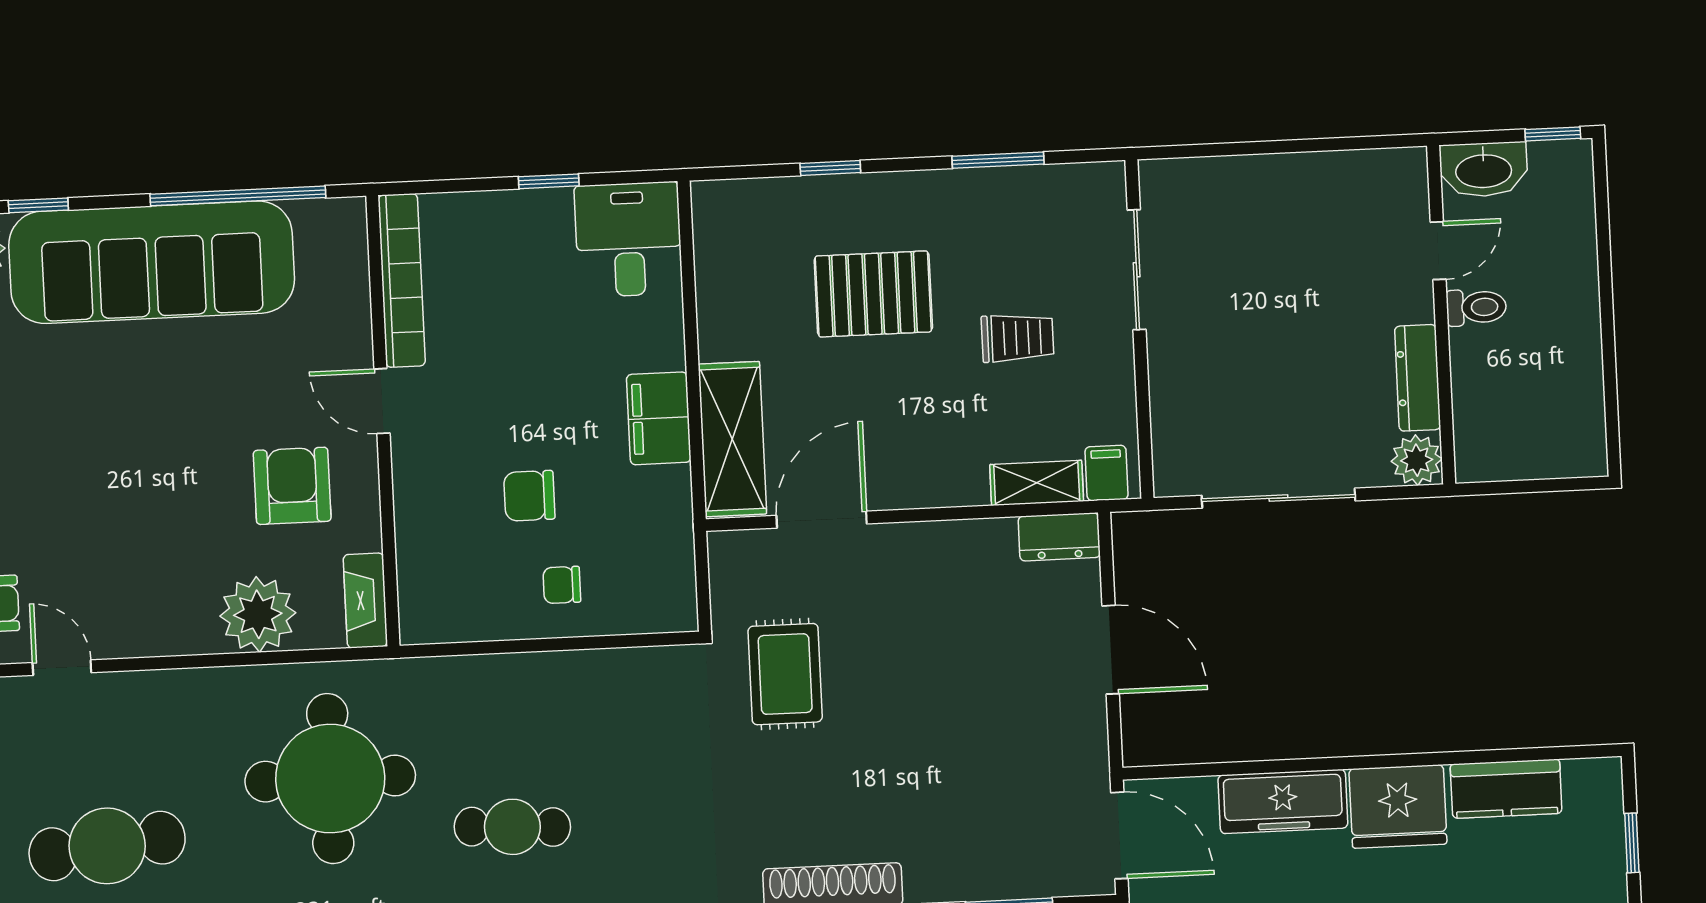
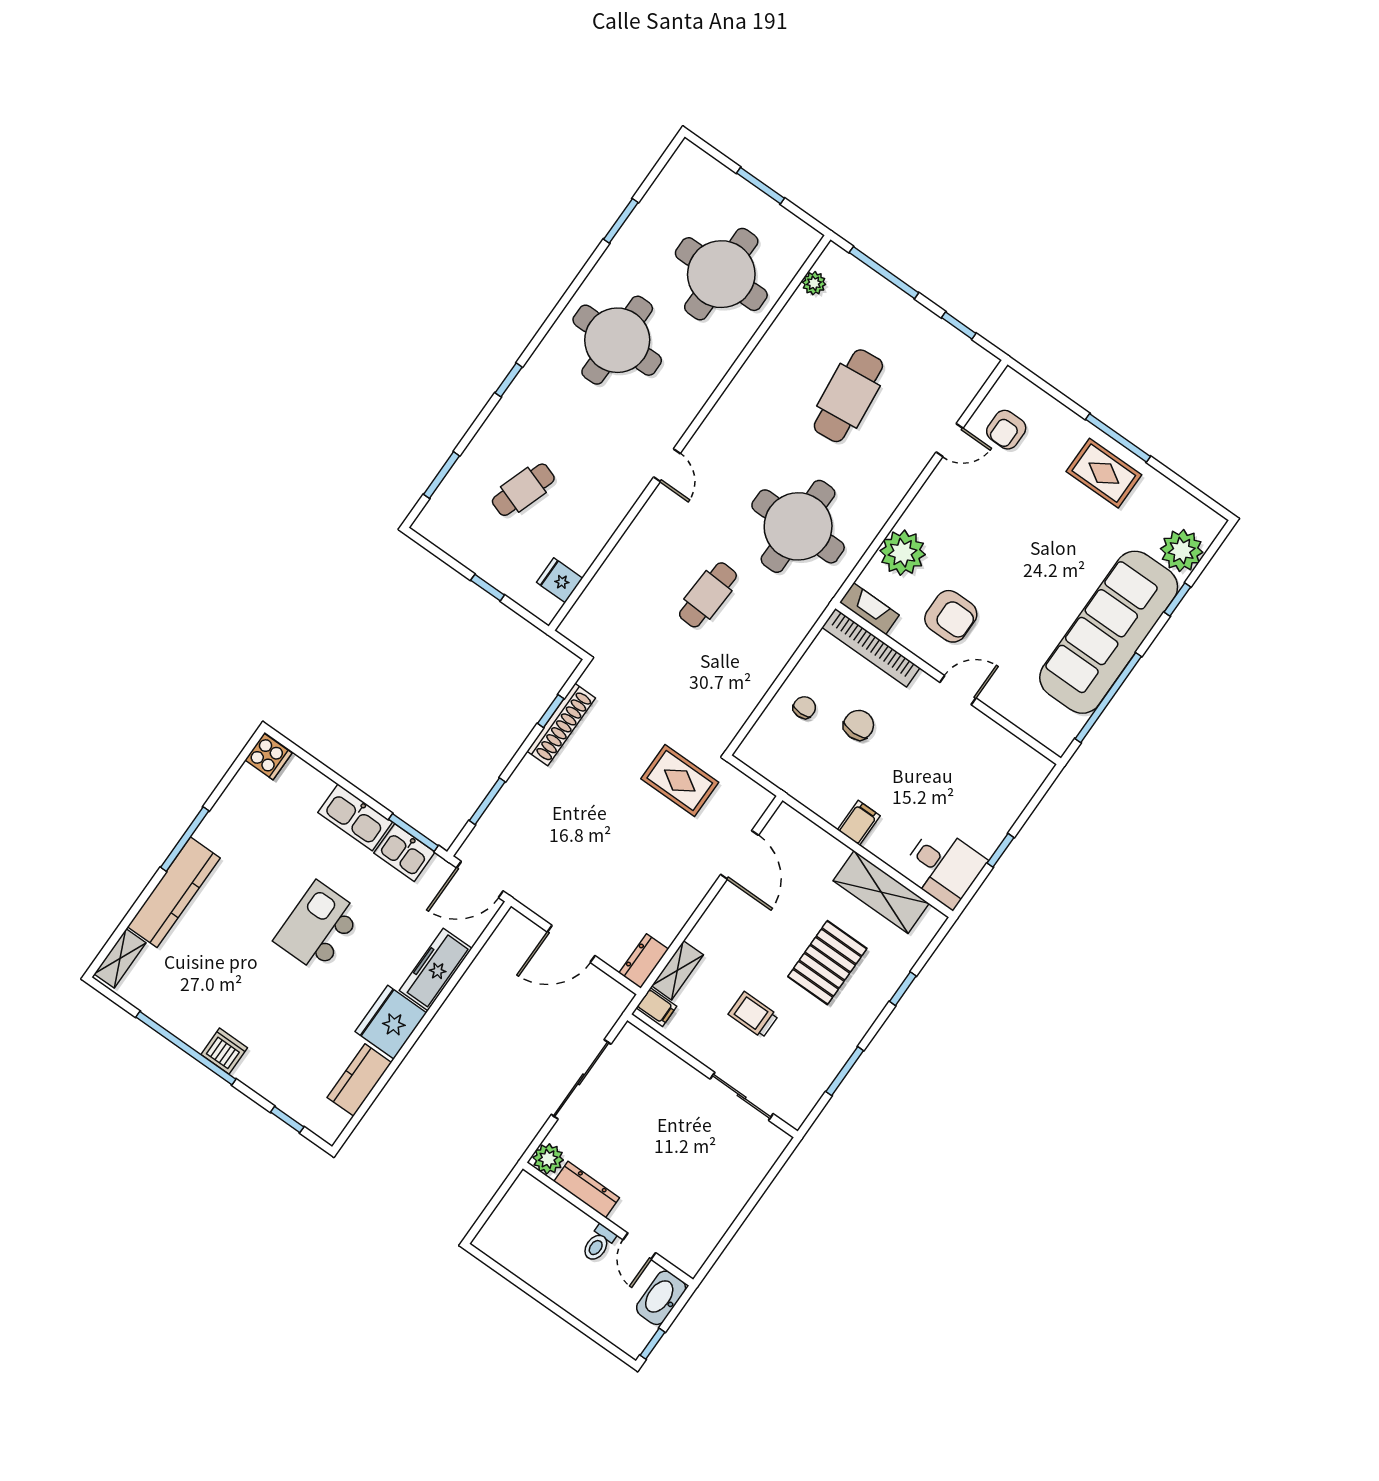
bookcase: (402, 280) -> (871, 648), moved
trolley: (1017, 338) -> (753, 1015), turned 90
filing cabinet: (659, 418) -> (859, 823), width x0.50
shelving: (732, 439) -> (881, 892), moved

